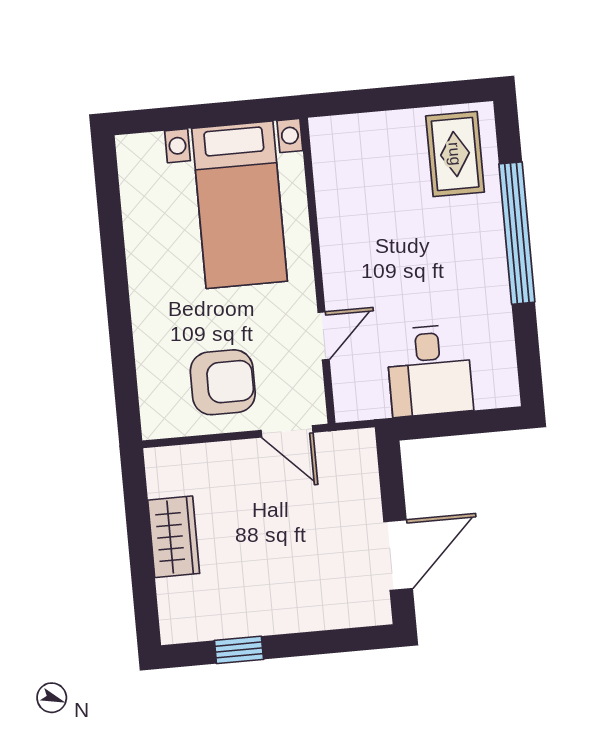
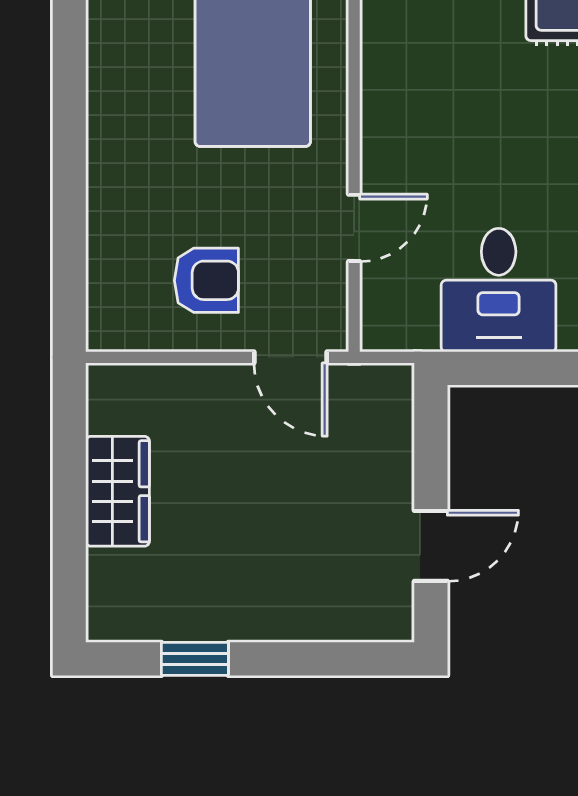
armchair: (223, 382) -> (206, 280), width x0.72, depth x0.72
door: (398, 555) -> (431, 546), width x0.73

